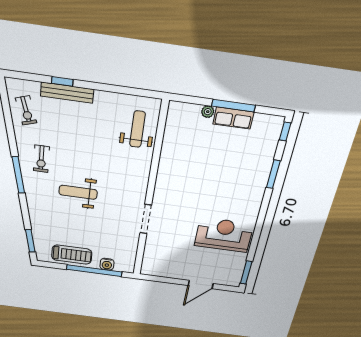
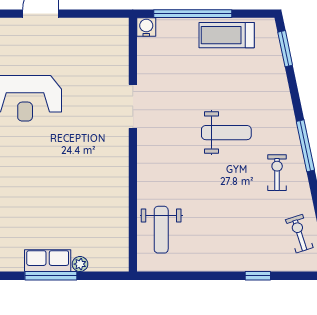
bench: (67, 93) -> (251, 263), removed
water cooler: (107, 264) -> (146, 27), moved

